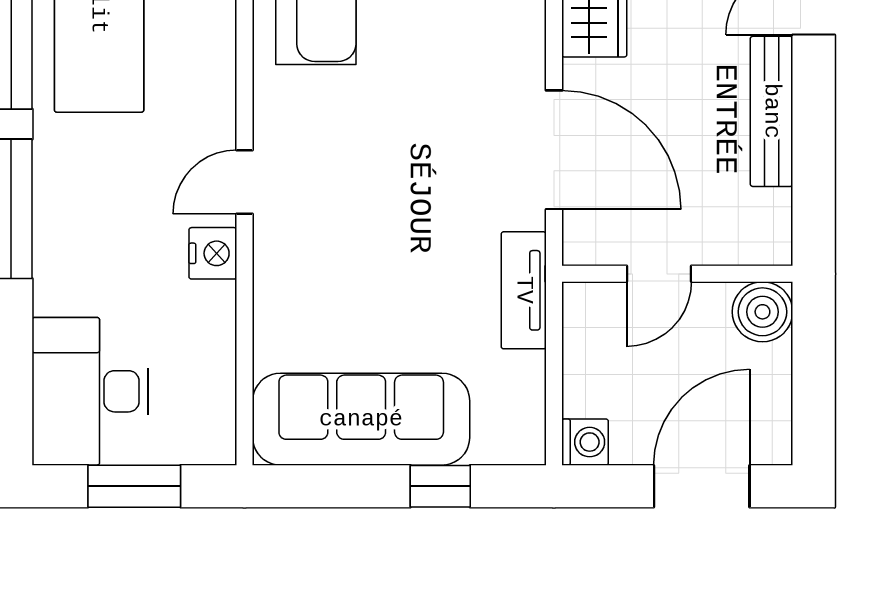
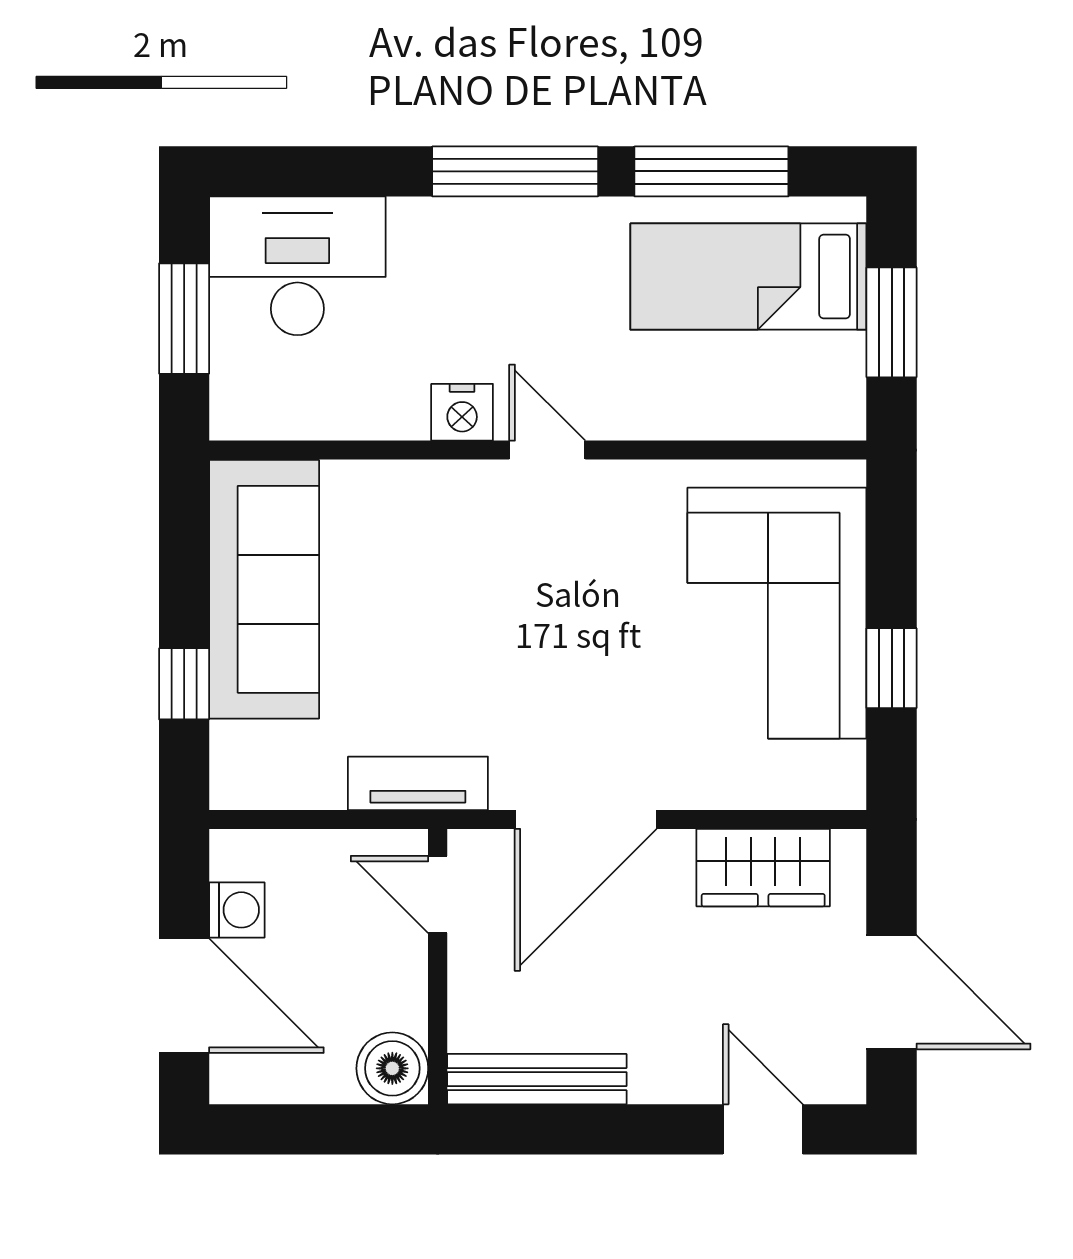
bench: (772, 111) -> (537, 1079), moved
door: (659, 274) -> (438, 894), moved
washing machine: (585, 442) -> (237, 910), moved, turned -90

